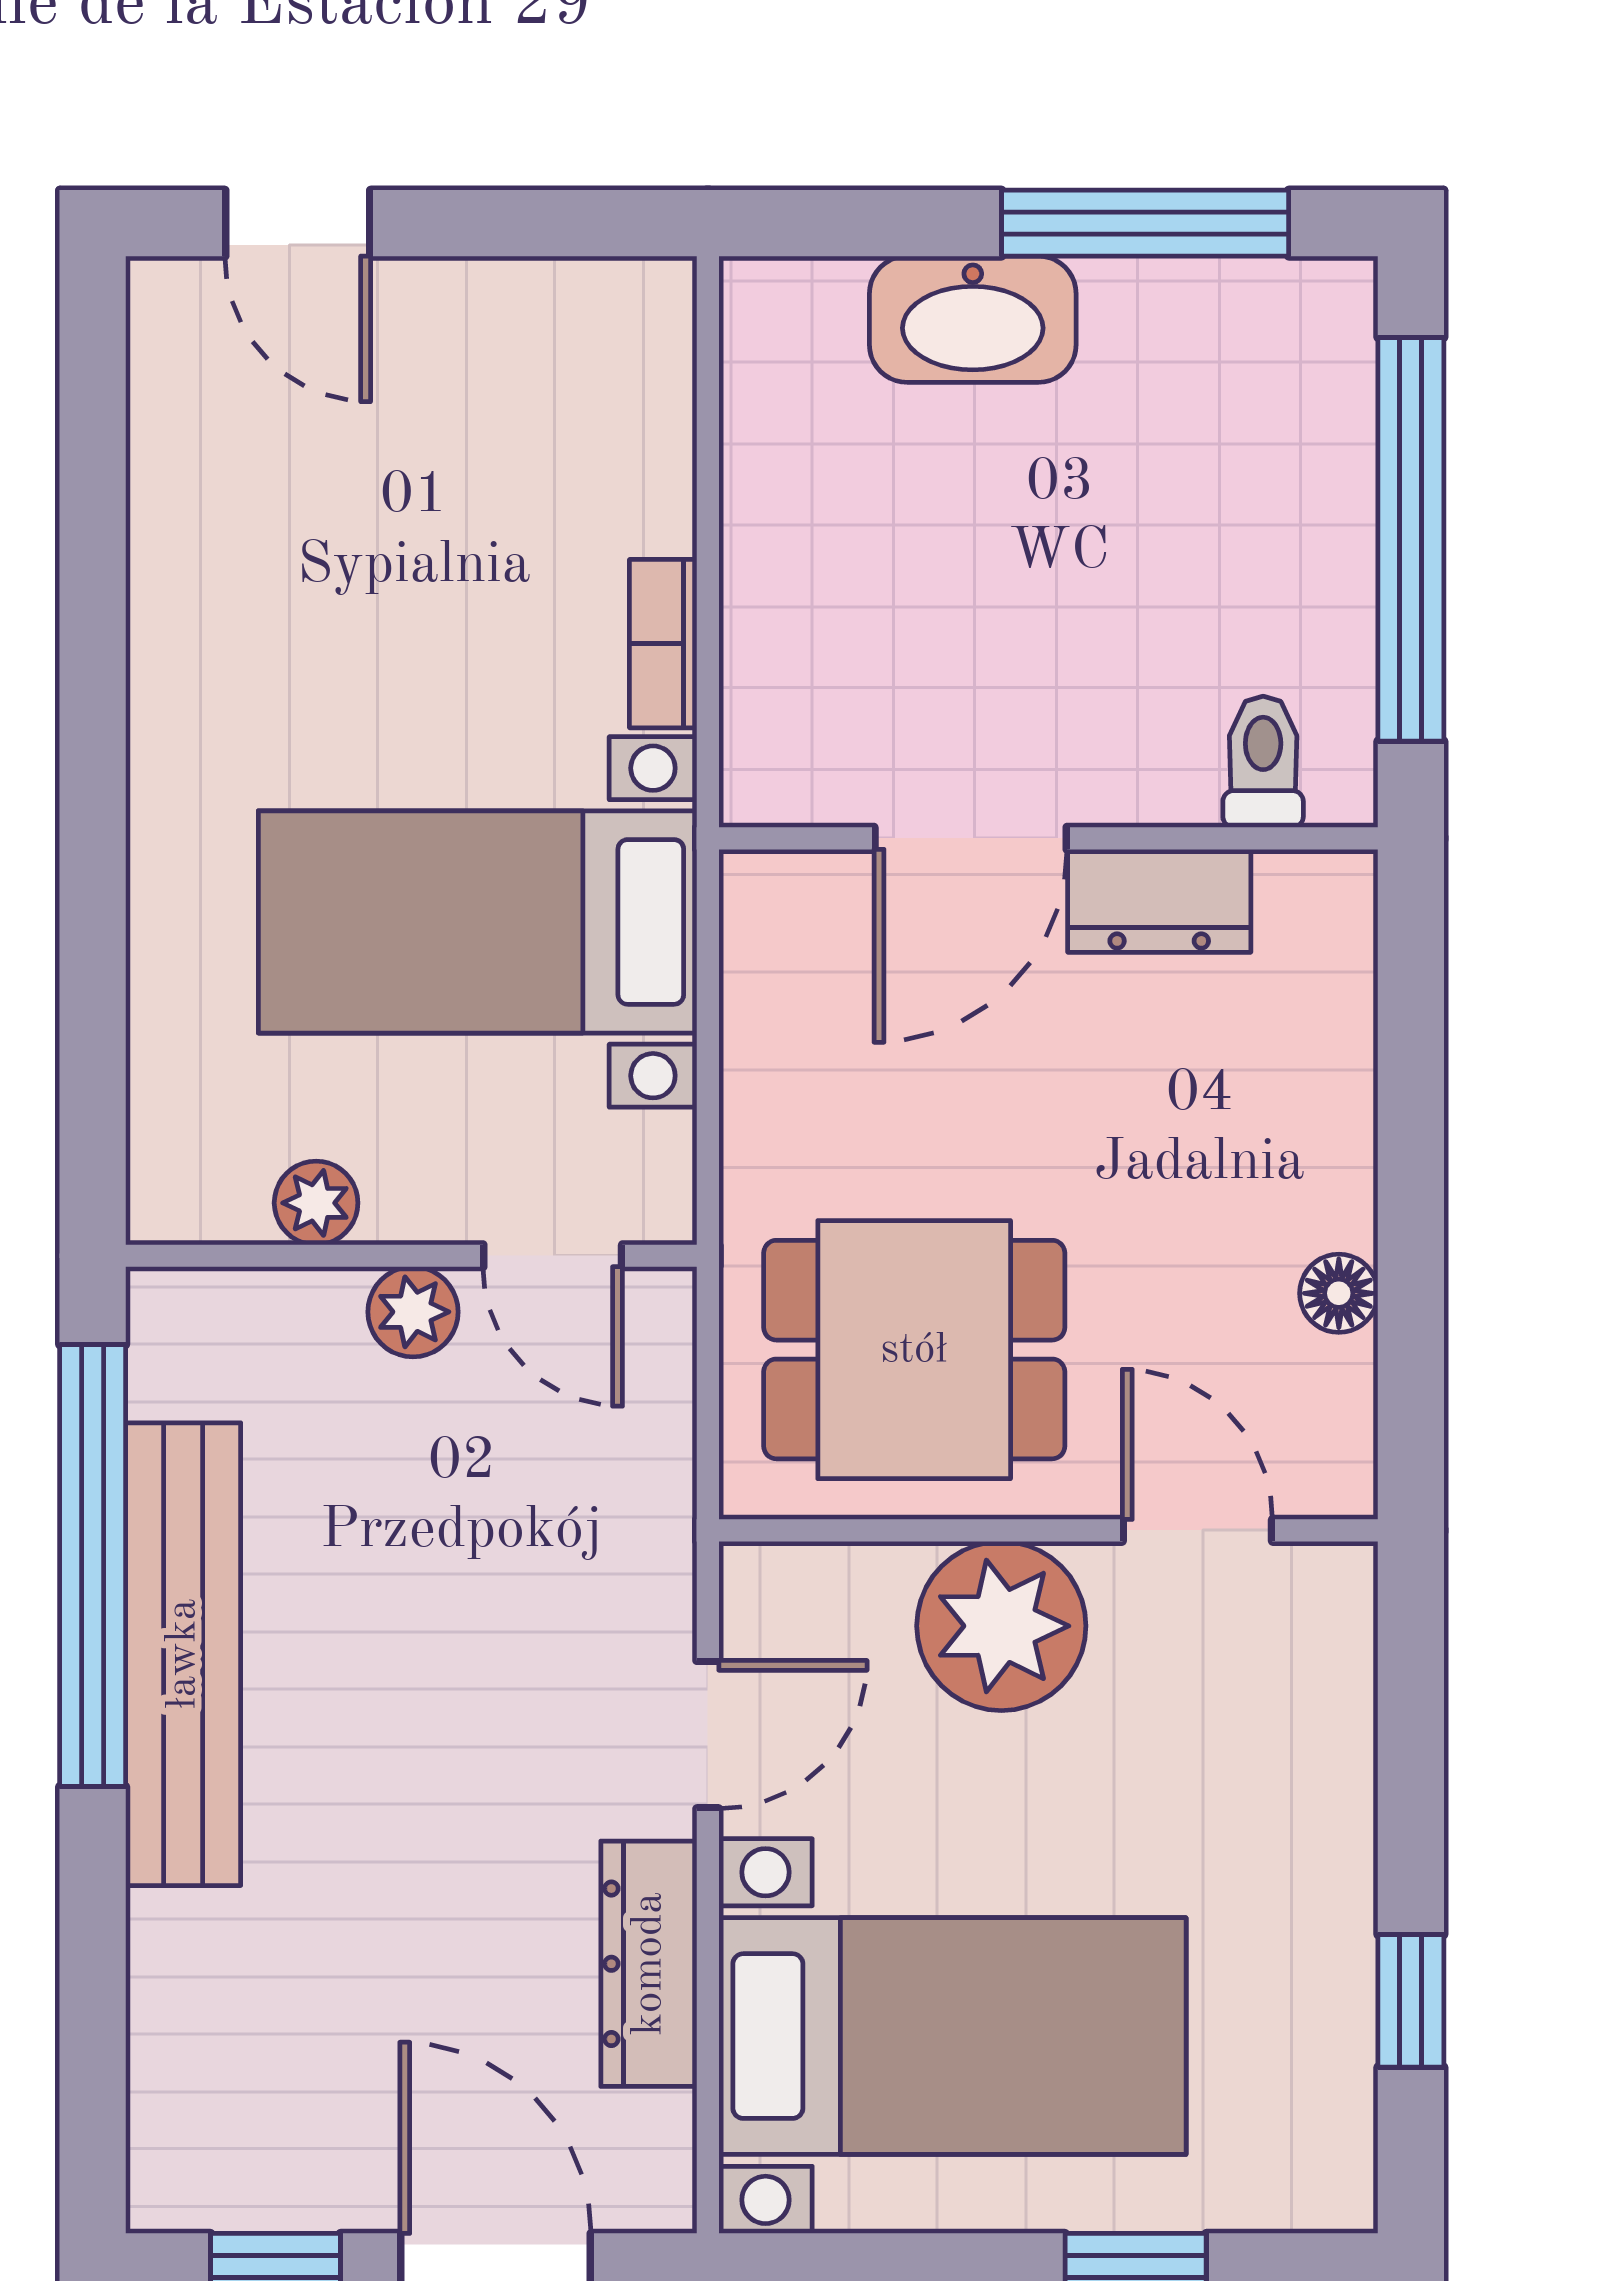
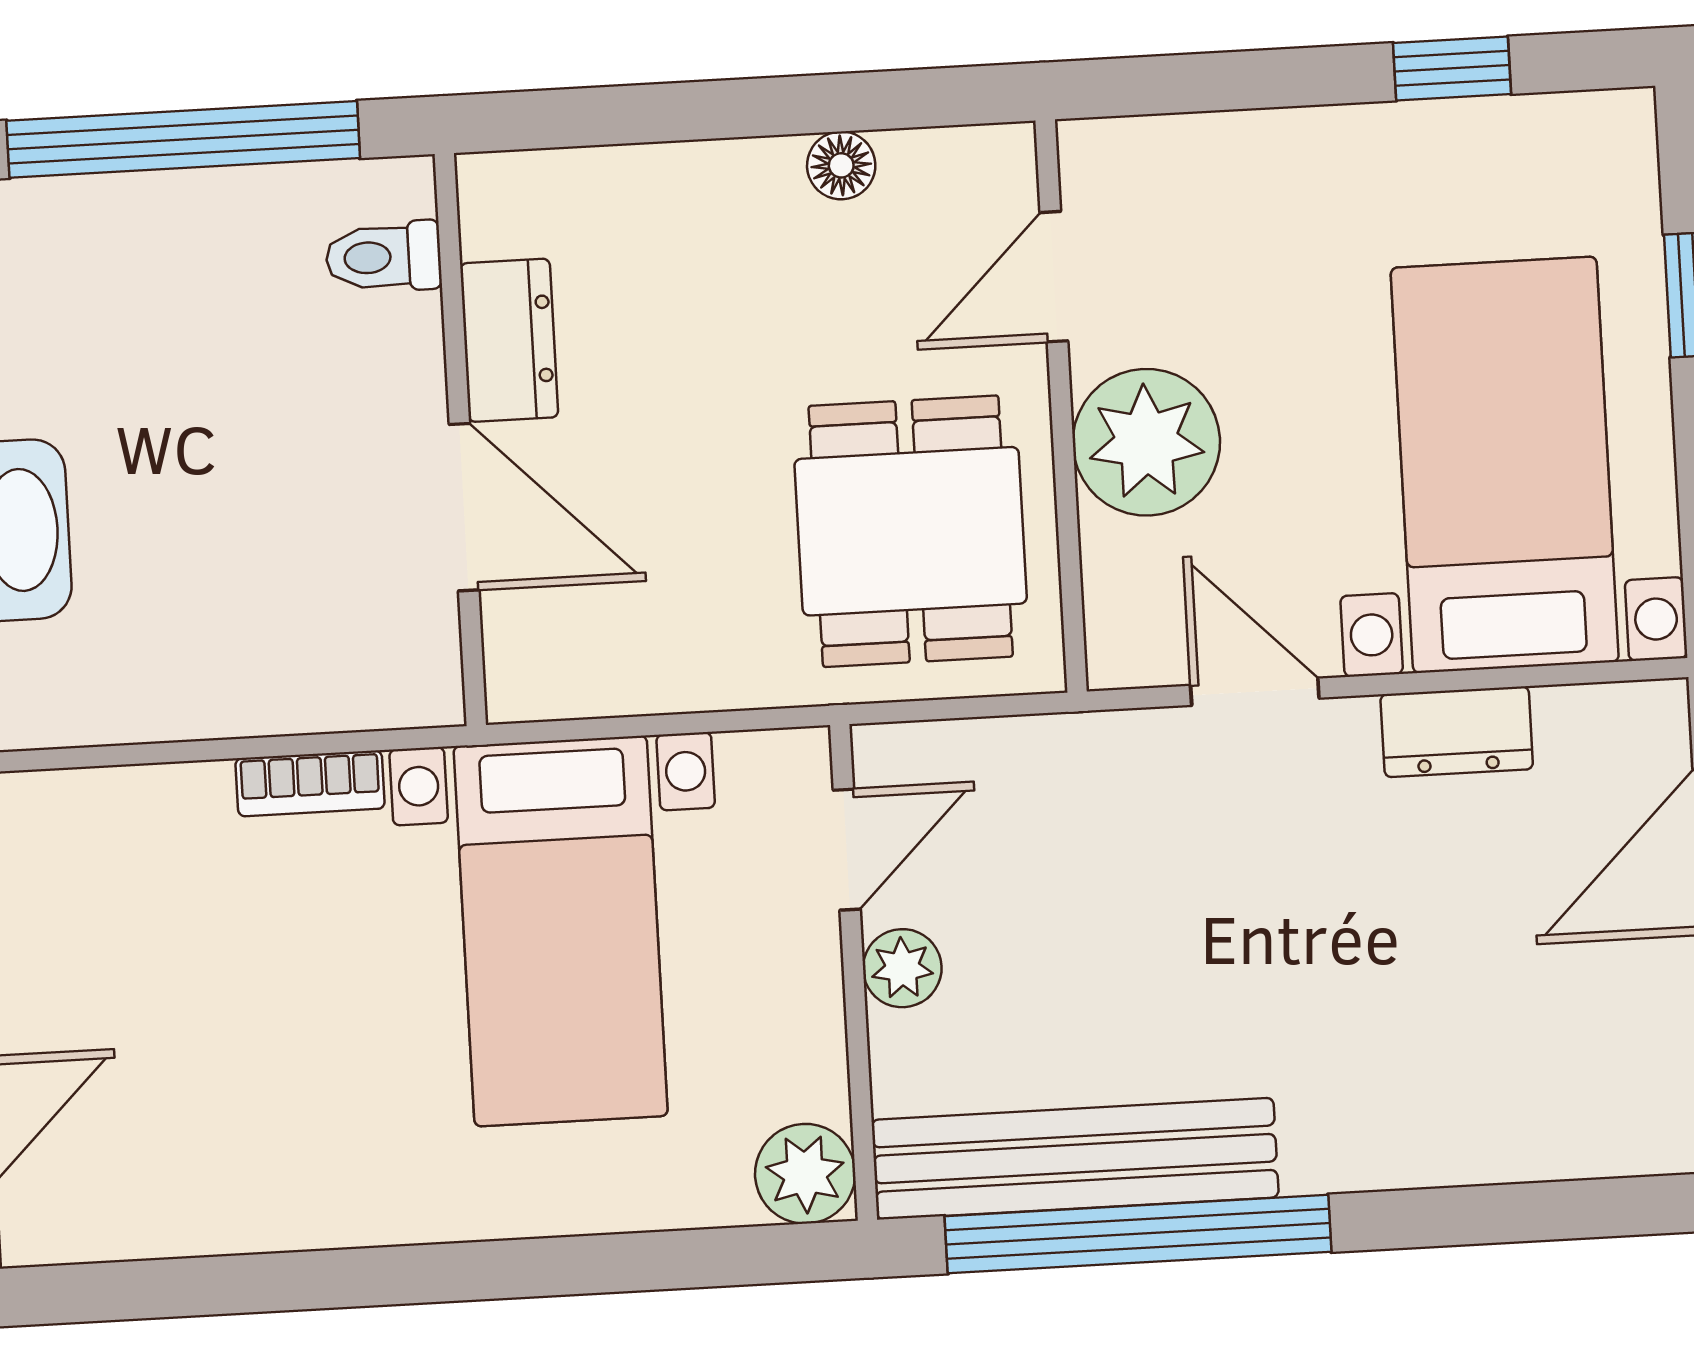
plant: (316, 1203) -> (805, 1174), moved, width x1.38, depth x1.38
bench: (183, 1654) -> (1075, 1159), moved
dresser: (649, 1964) -> (1457, 732), width x0.70

